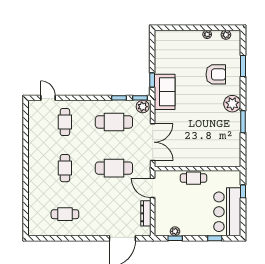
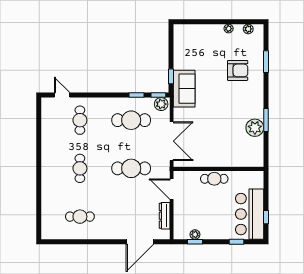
plant: (232, 104) -> (255, 128), moved
window: (243, 191) -> (266, 217), moved

